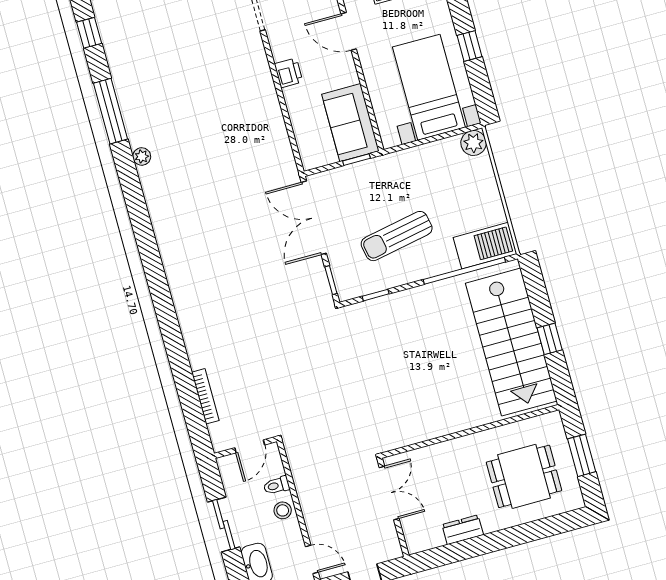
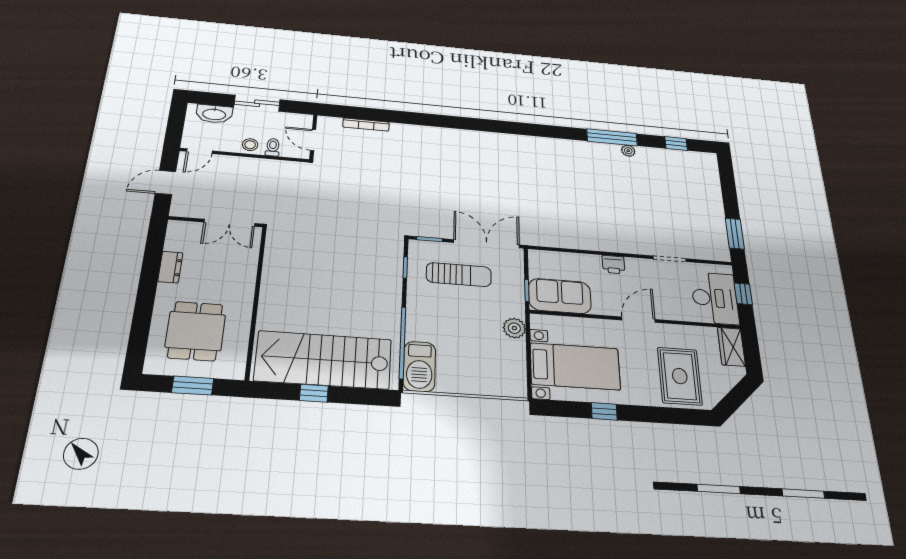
plant: (474, 143) -> (514, 328), moved
plant: (142, 156) -> (628, 151), moved
sun lounger: (397, 236) -> (459, 275), moved, turned 101

